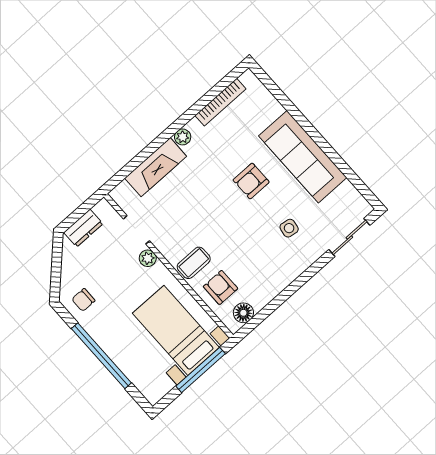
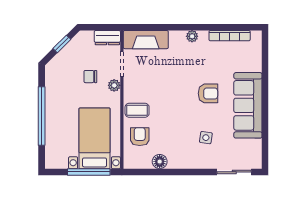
fireplace: (156, 167) -> (146, 40), moved
armchair: (251, 181) -> (208, 93), turned 180
dresser: (83, 228) -> (107, 38), moved
window: (56, 264) -> (62, 44), added
chair: (83, 300) -> (90, 77), moved
floor lamp: (243, 313) -> (160, 162), moved

